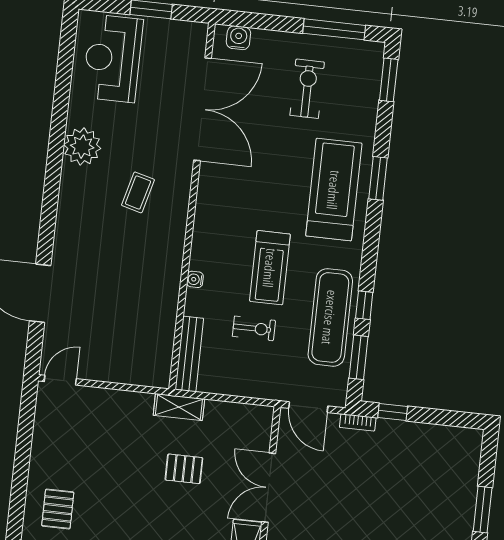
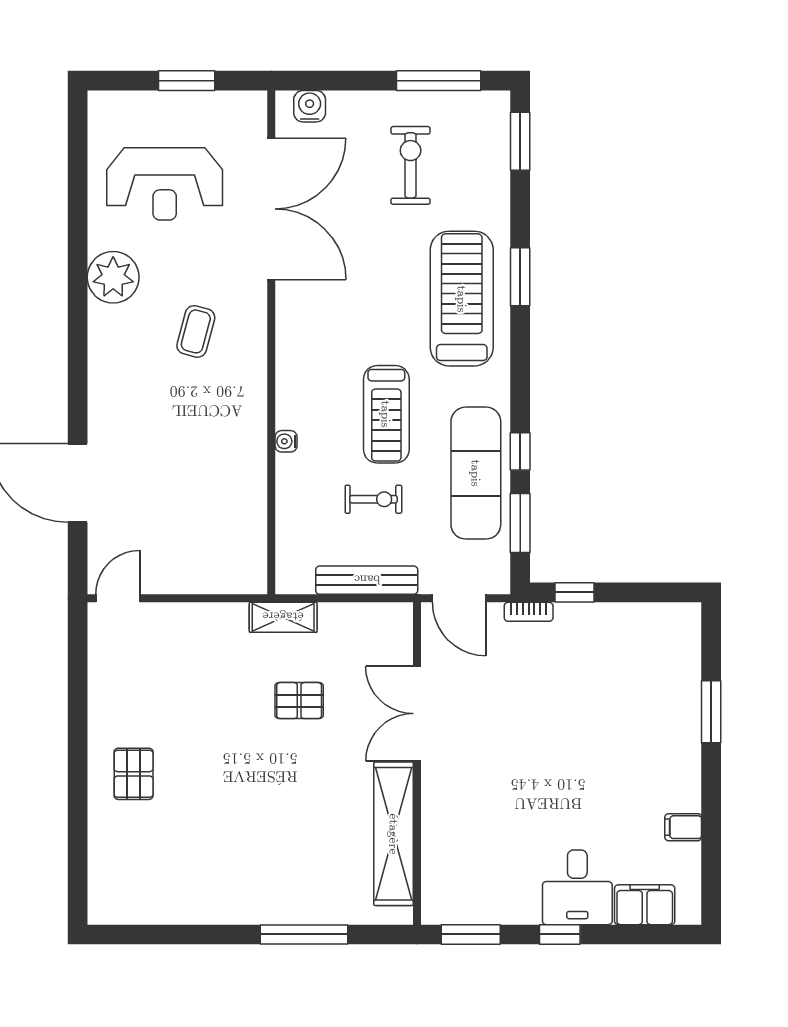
reception desk: (113, 58) -> (165, 184), moved, turned -90
bench: (189, 354) -> (367, 580), moved, turned 90

